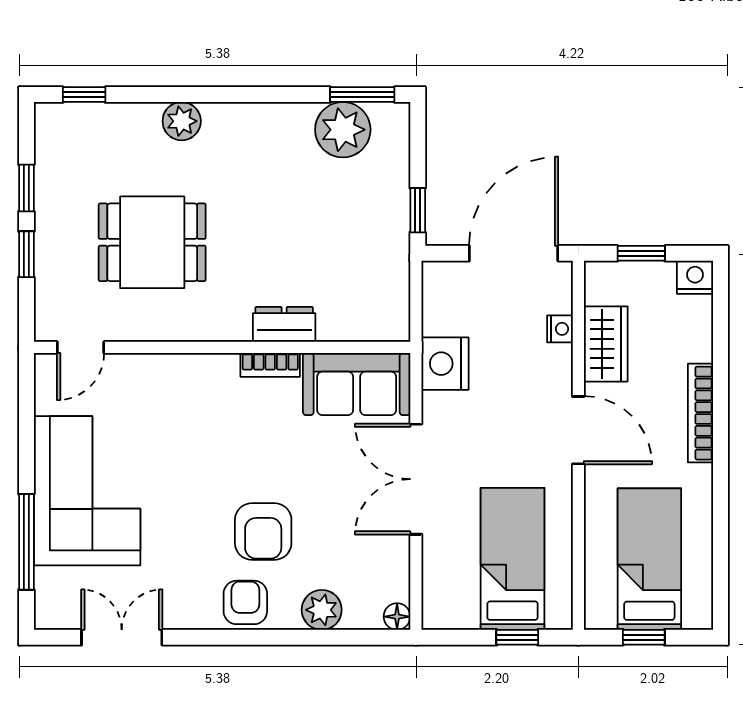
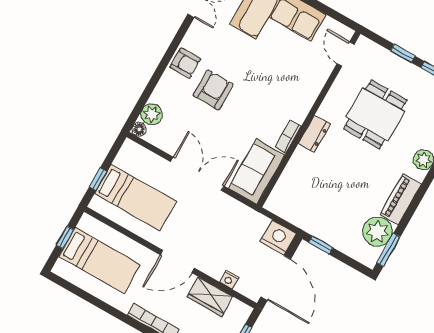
piano: (268, 122) -> (401, 199), added
dresser: (284, 324) -> (314, 134), moved
nightstand: (445, 364) -> (278, 237), moved
armchair: (263, 531) -> (213, 90), turned 90
plant: (322, 610) -> (152, 114), moved

